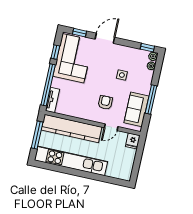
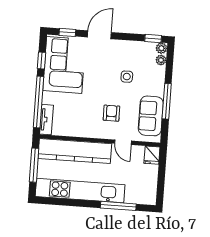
door: (111, 127) -> (123, 142), hinge flipped
window: (100, 178) -> (118, 206), added

